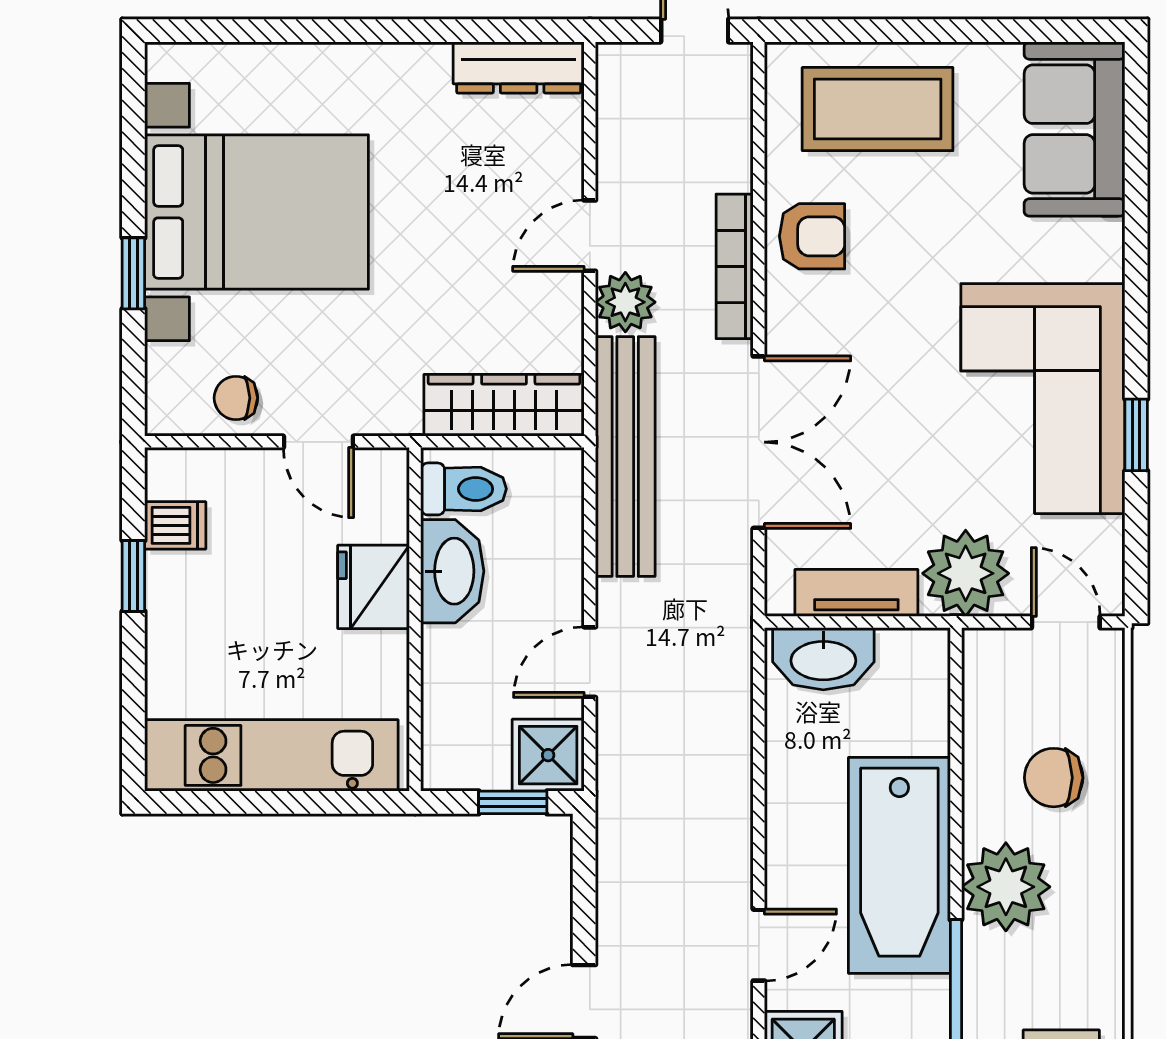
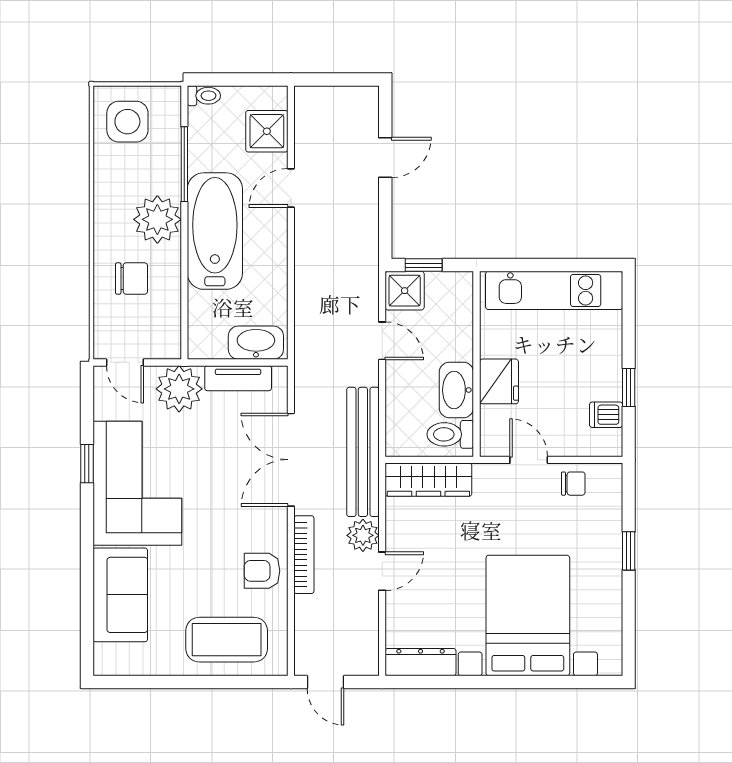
sofa: (1075, 129) -> (120, 595), moved
bed with nightstands: (257, 212) -> (528, 615), moved, turned 90
door: (590, 662) -> (382, 341), hinge flipped

